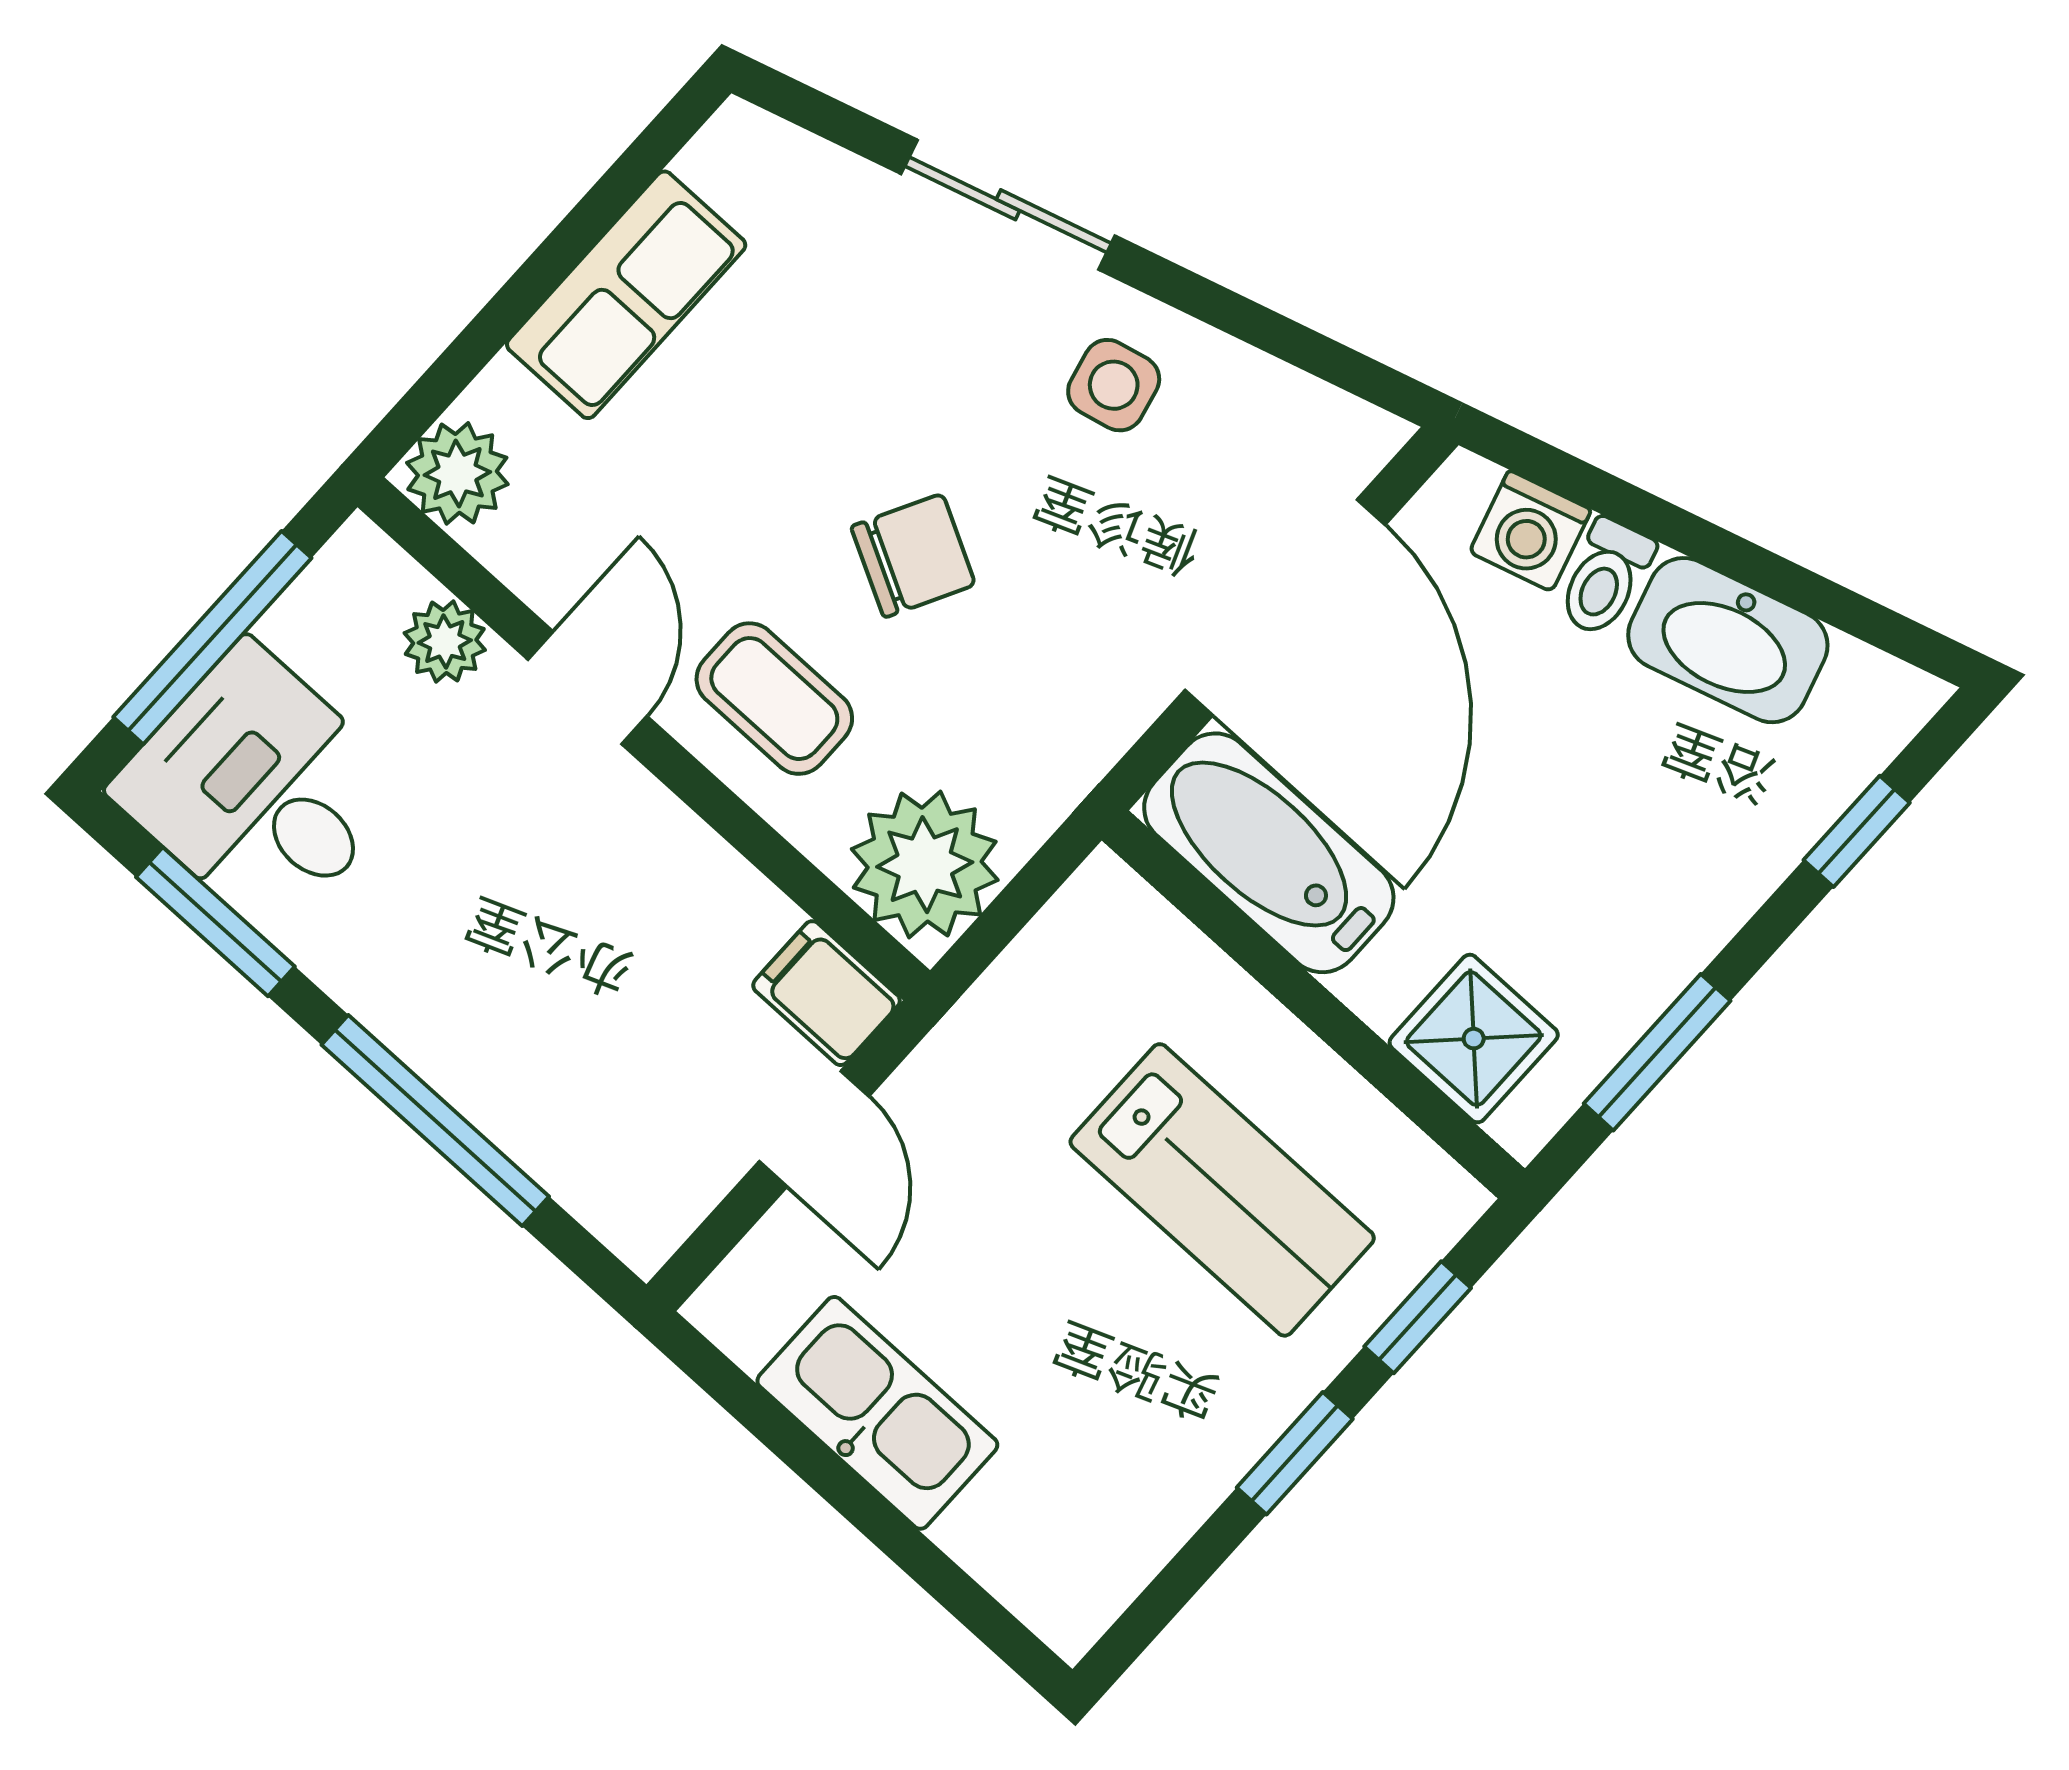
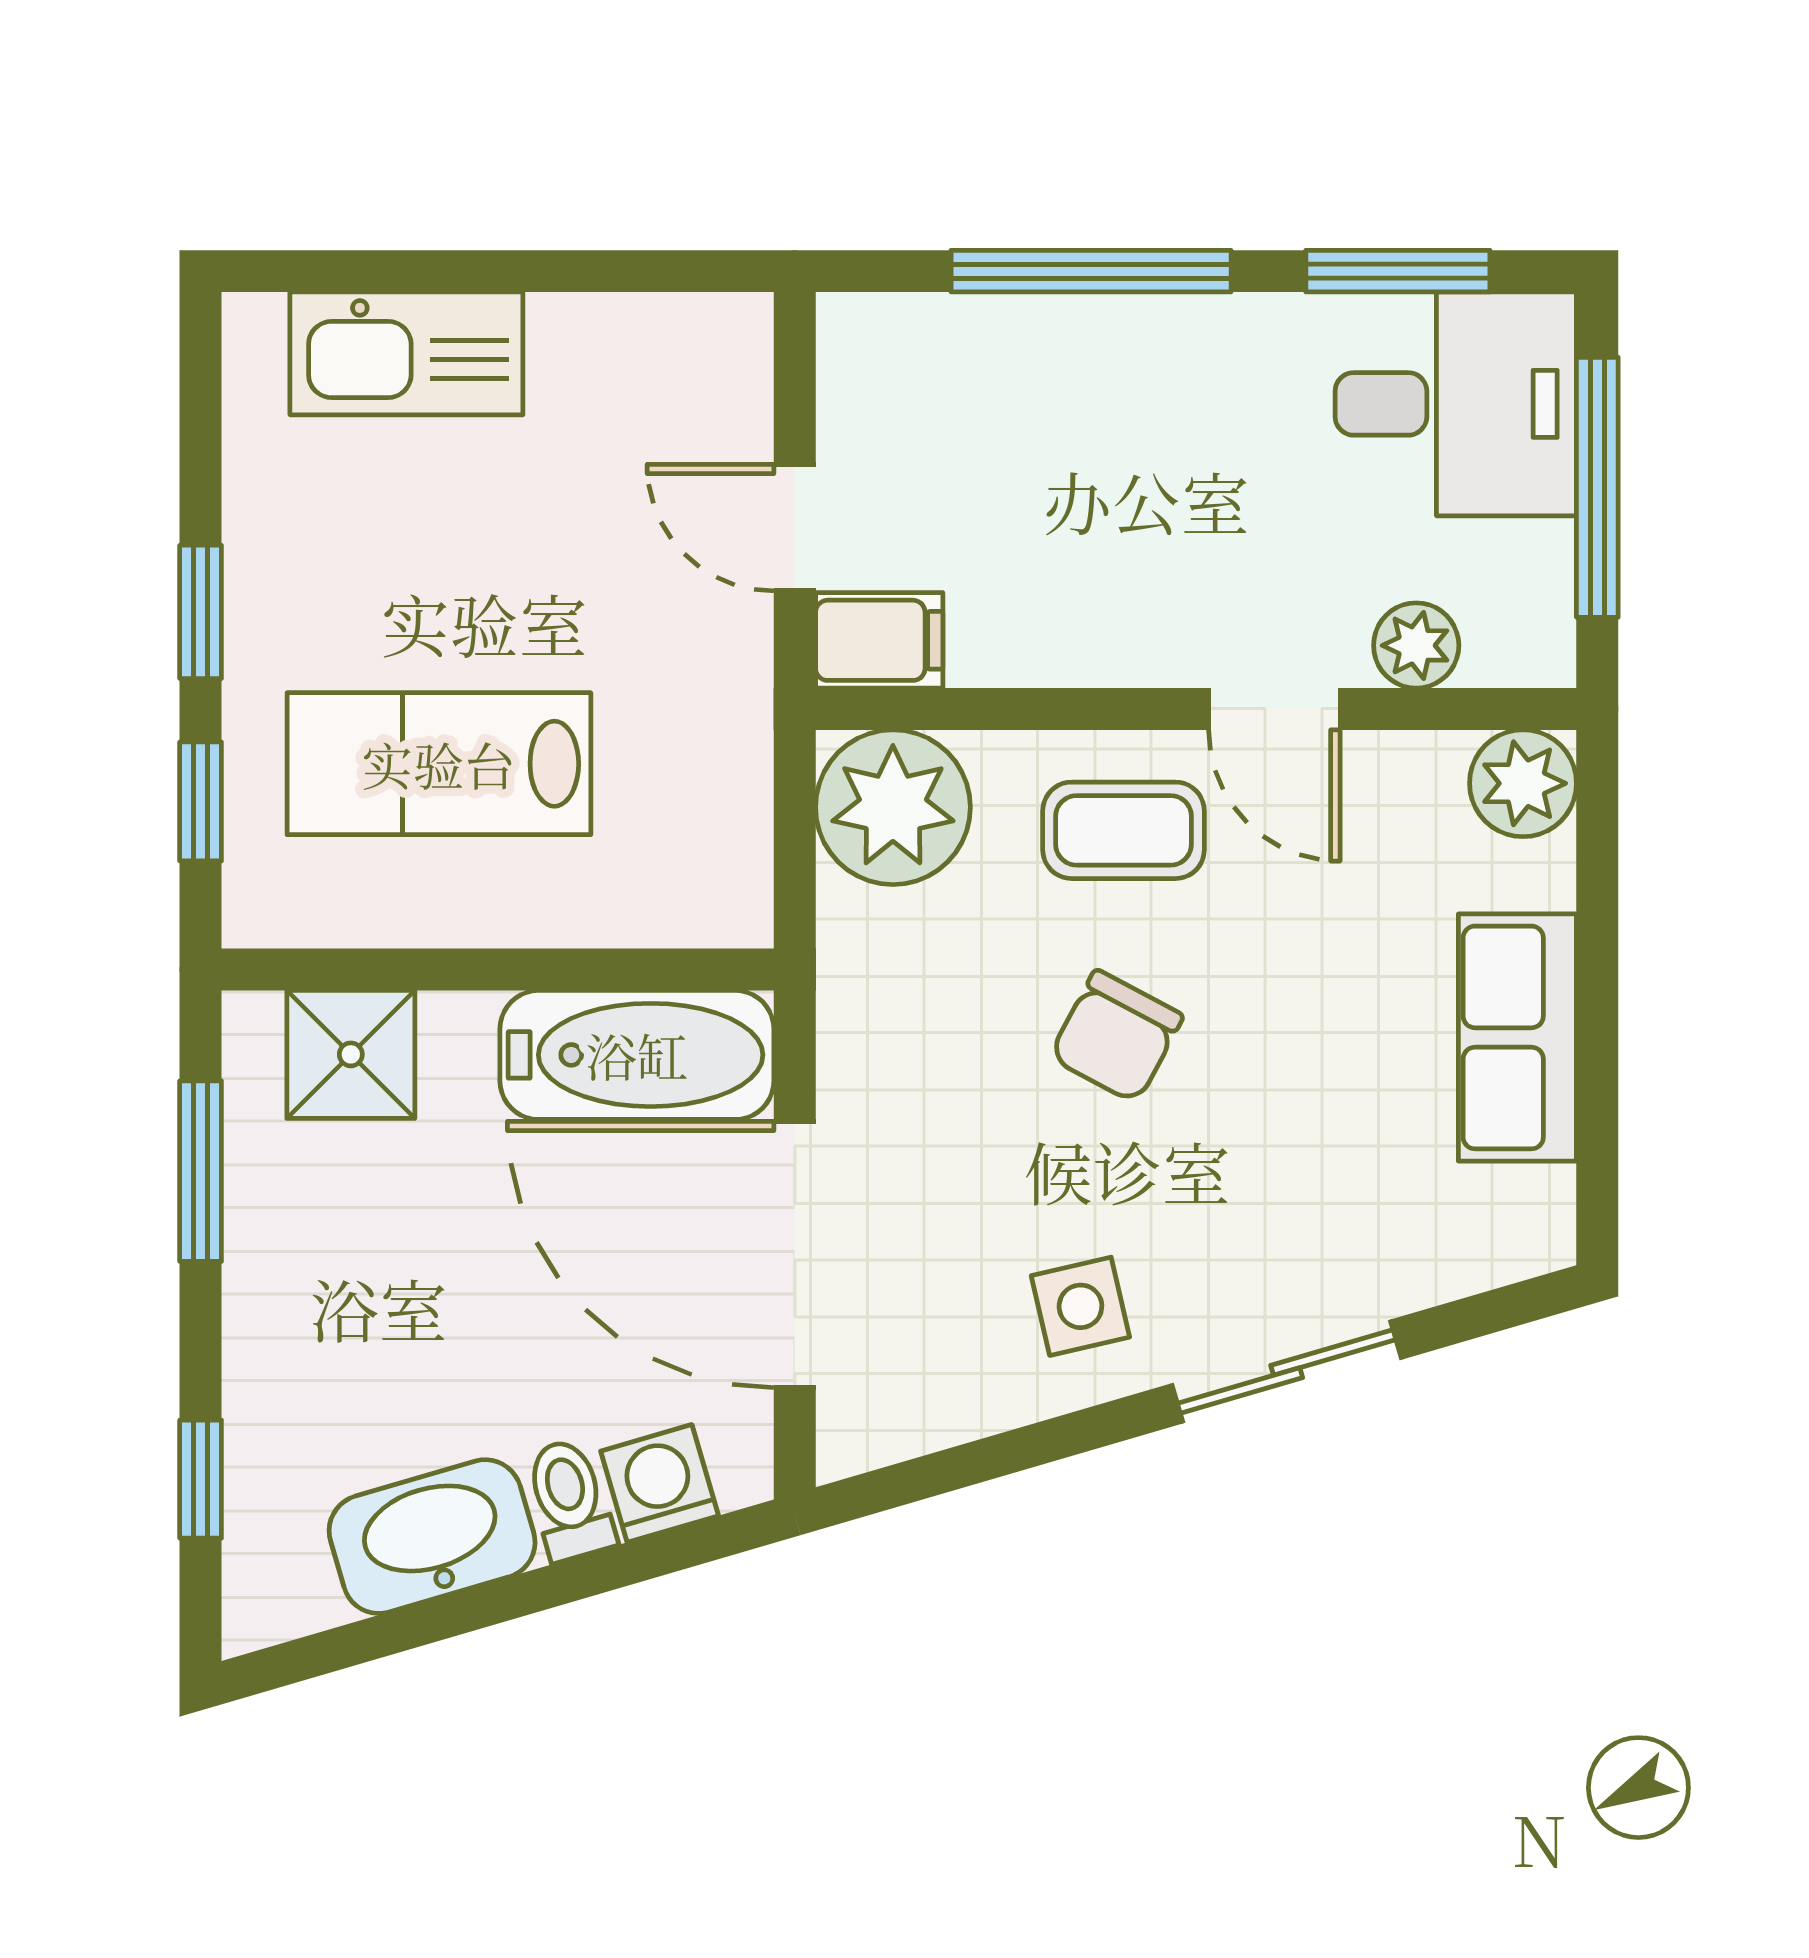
kitchen sink: (877, 1413) -> (406, 353), moved

